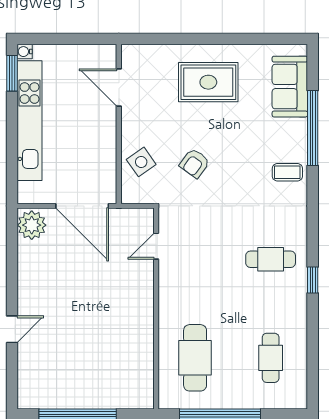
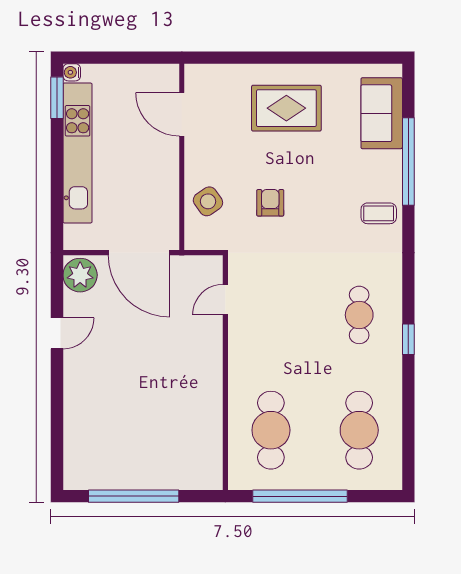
armchair: (195, 163) -> (270, 203), turned 144
cafe table: (271, 259) -> (359, 315), turned 90
door: (12, 329) -> (57, 333), moved
cafe table: (271, 358) -> (359, 430), width x1.37, depth x1.35

